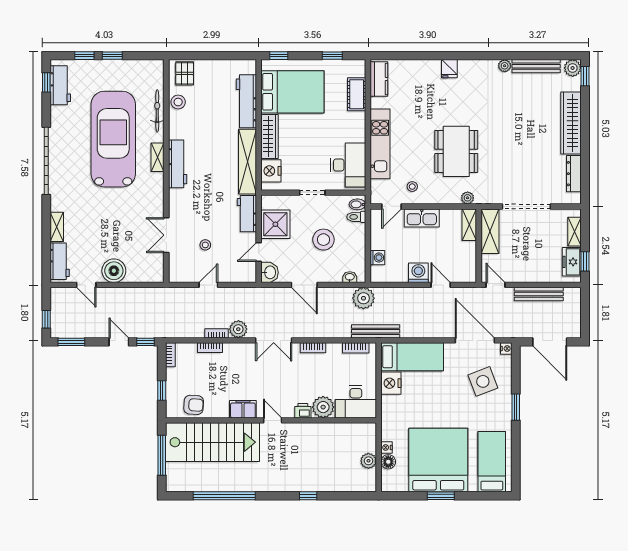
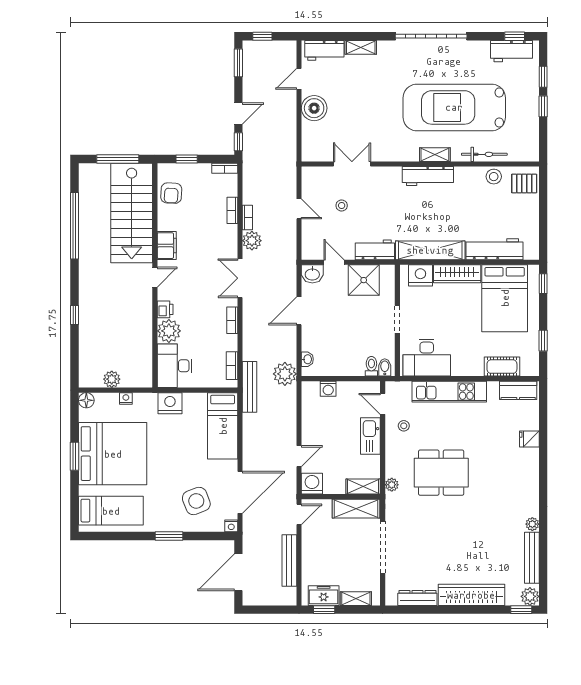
fridge: (449, 69) -> (529, 439), moved
car: (113, 139) -> (454, 107), turned 180
stool: (323, 240) -> (347, 331), removed
washing machine: (418, 273) -> (312, 484), moved, turned -90
nightstand: (391, 383) -> (170, 403), moved
floor lamp: (388, 462) -> (86, 400), moved

